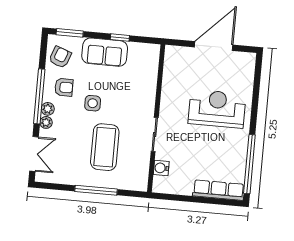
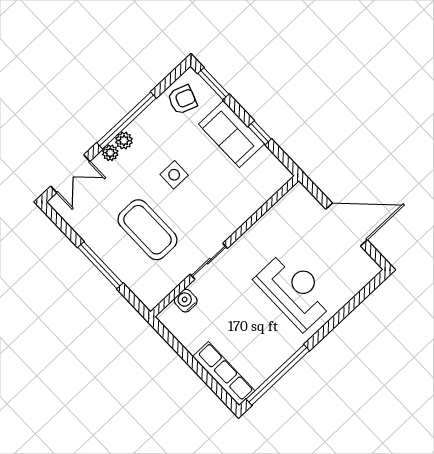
armchair: (64, 87) -> (159, 133), removed
coffee table: (105, 147) -> (147, 230), turned 90

